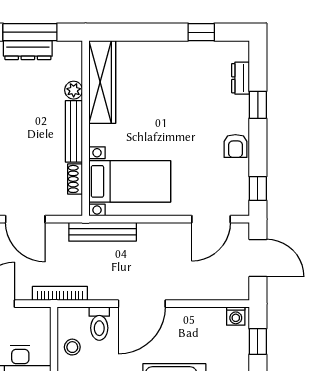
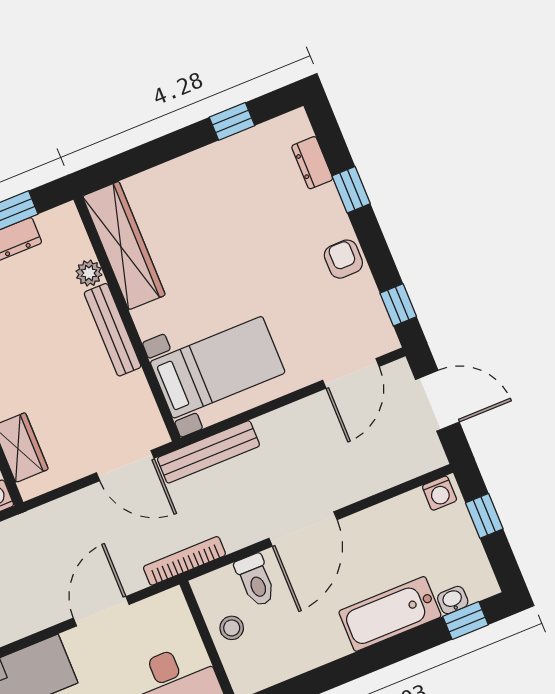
armchair: (235, 146) -> (343, 259), turned 180
shoe rack: (75, 179) -> (141, 395), removed
door: (25, 219) -> (125, 466), moved

